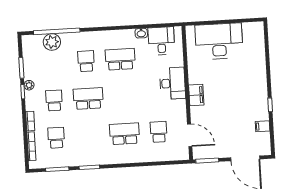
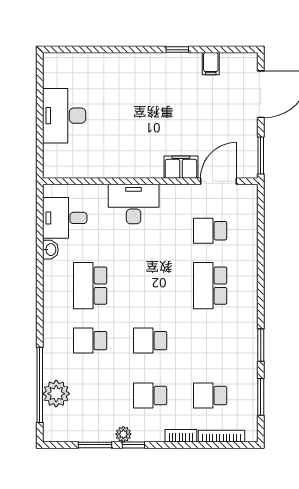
desk: (219, 41) -> (64, 116), width x0.73, depth x0.77
filing cabinet: (196, 95) -> (181, 167), moved
school desk: (88, 98) -> (150, 341), width x0.54

